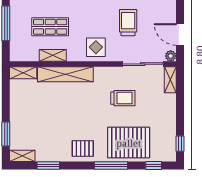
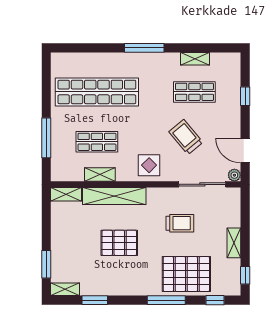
trolley: (128, 23) -> (186, 137), turned -40
shelving: (170, 80) -> (234, 243), moved
pallet: (83, 148) -> (119, 243), moved, width x1.50, depth x1.42

